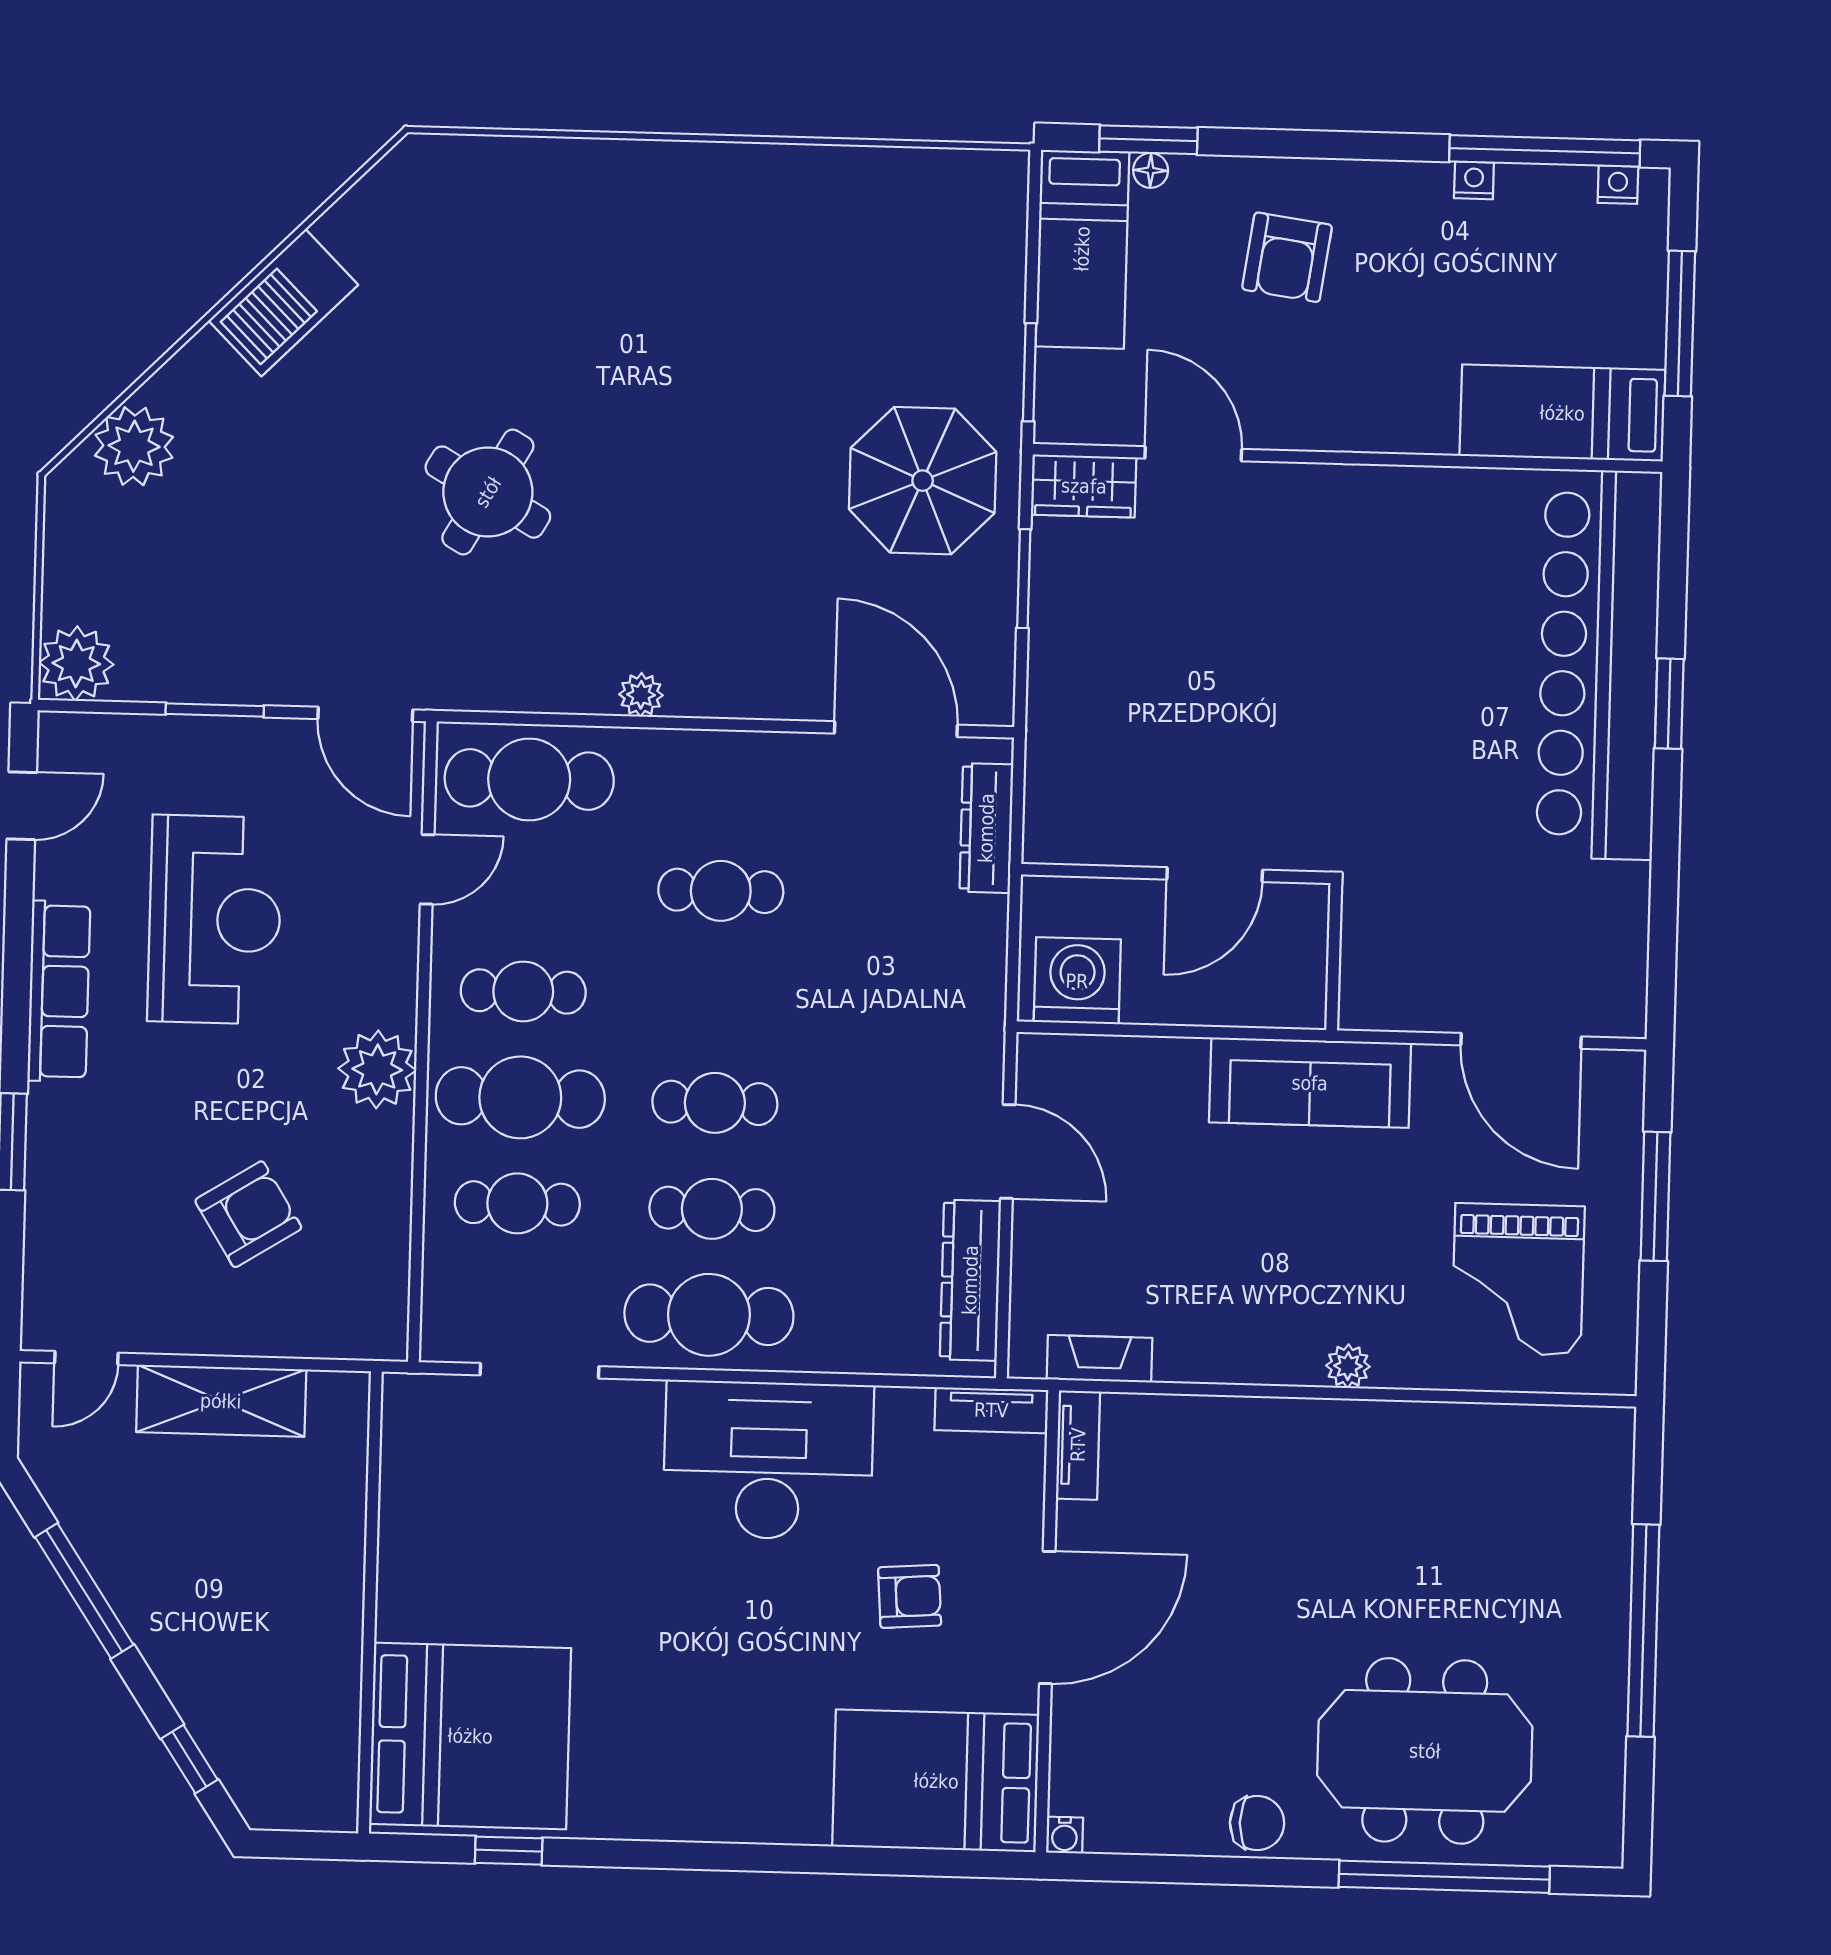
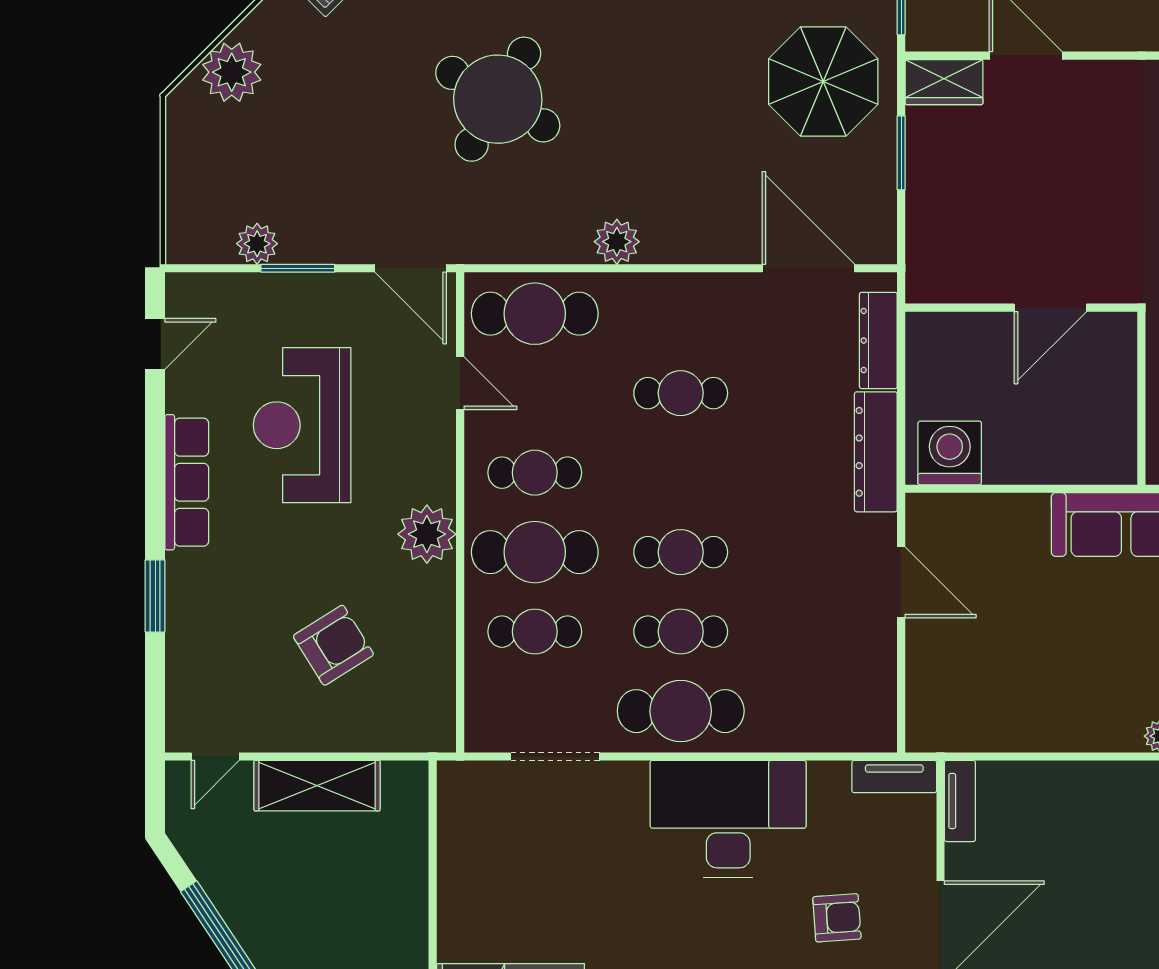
round table: (488, 492) -> (498, 99), width x1.36, depth x1.36
plant: (76, 664) -> (257, 244), moved, width x0.73, depth x0.73
plant: (641, 695) -> (617, 242), width x1.38, depth x1.38
door: (427, 869) -> (460, 383), hinge flipped
wall: (1176, 874) -> (1021, 308), moved
door: (1215, 875) -> (1050, 308), moved
reception desk: (215, 920) -> (302, 425), turned 180
dresser: (970, 1280) -> (876, 452), moved
fireplace: (1099, 1359) -> (974, 736), removed

